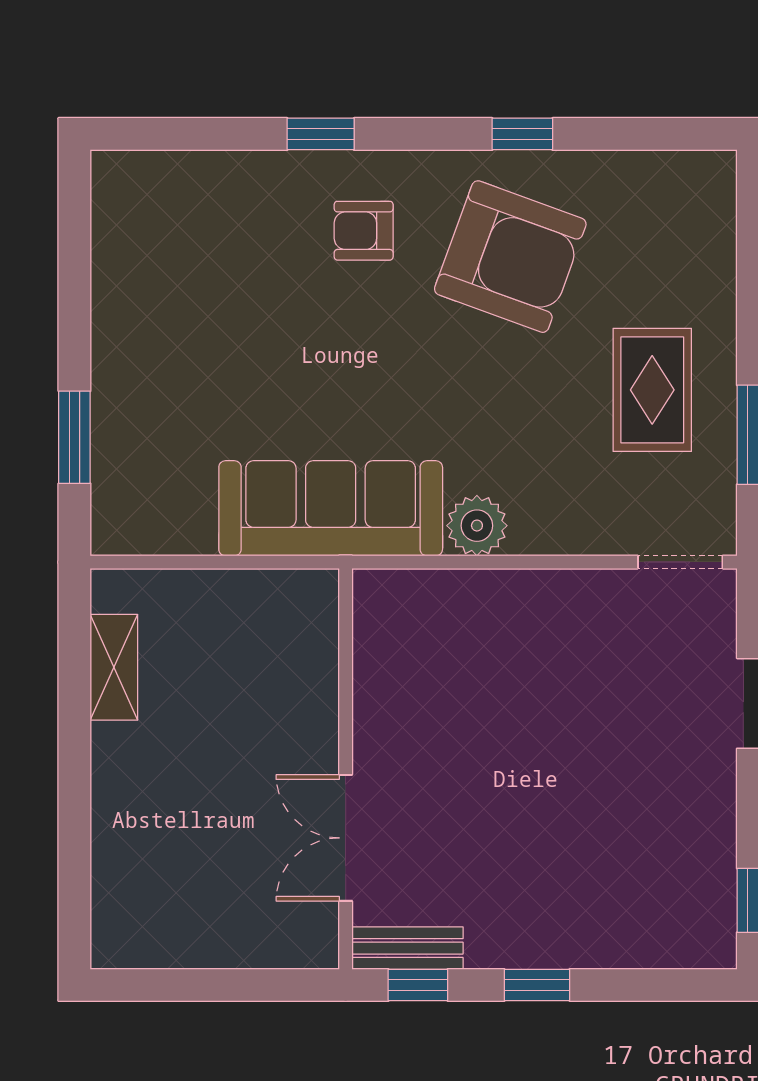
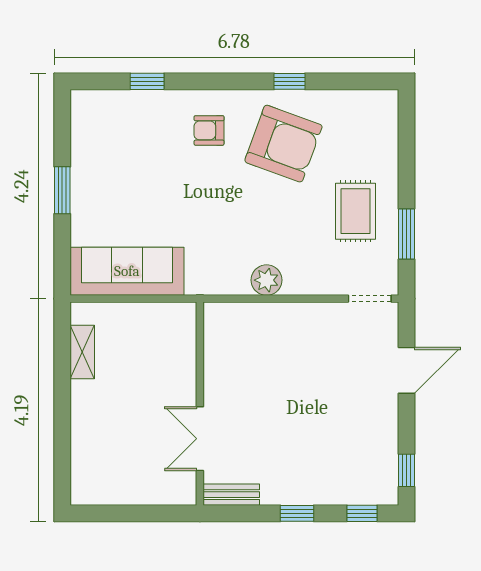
window: (321, 134) -> (147, 81), moved
window: (74, 437) -> (62, 190), moved
sofa: (331, 508) -> (127, 271), moved
window: (418, 985) -> (362, 513), moved

